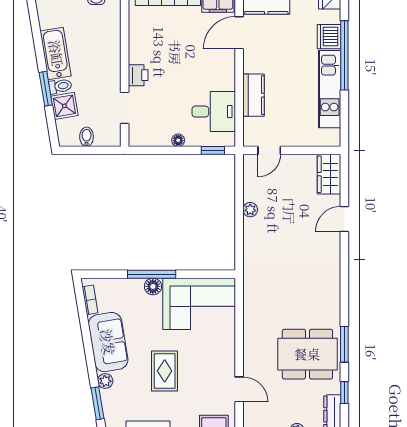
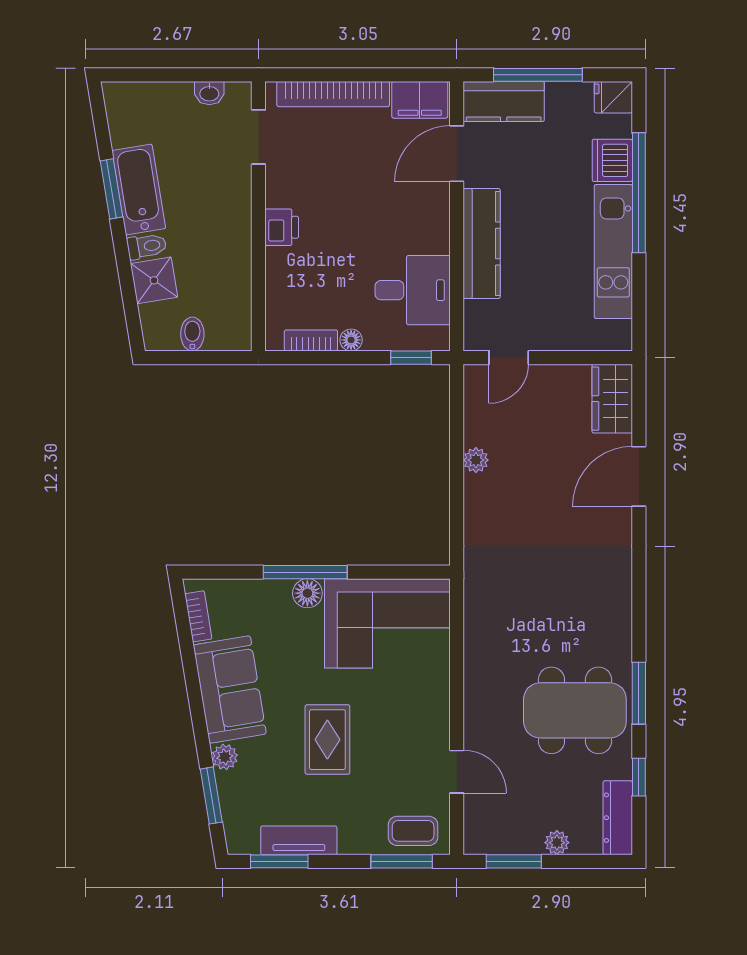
window: (46, 89) -> (111, 189), moved
kitchen counter: (254, 95) -> (482, 243), width x1.50
doorway: (125, 108) -> (258, 137), moved
bookcase: (155, 141) -> (311, 340), added
door: (344, 219) -> (639, 476), width x1.38

